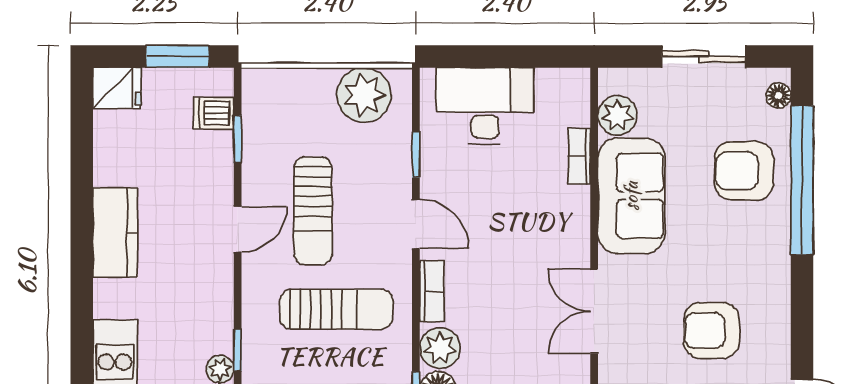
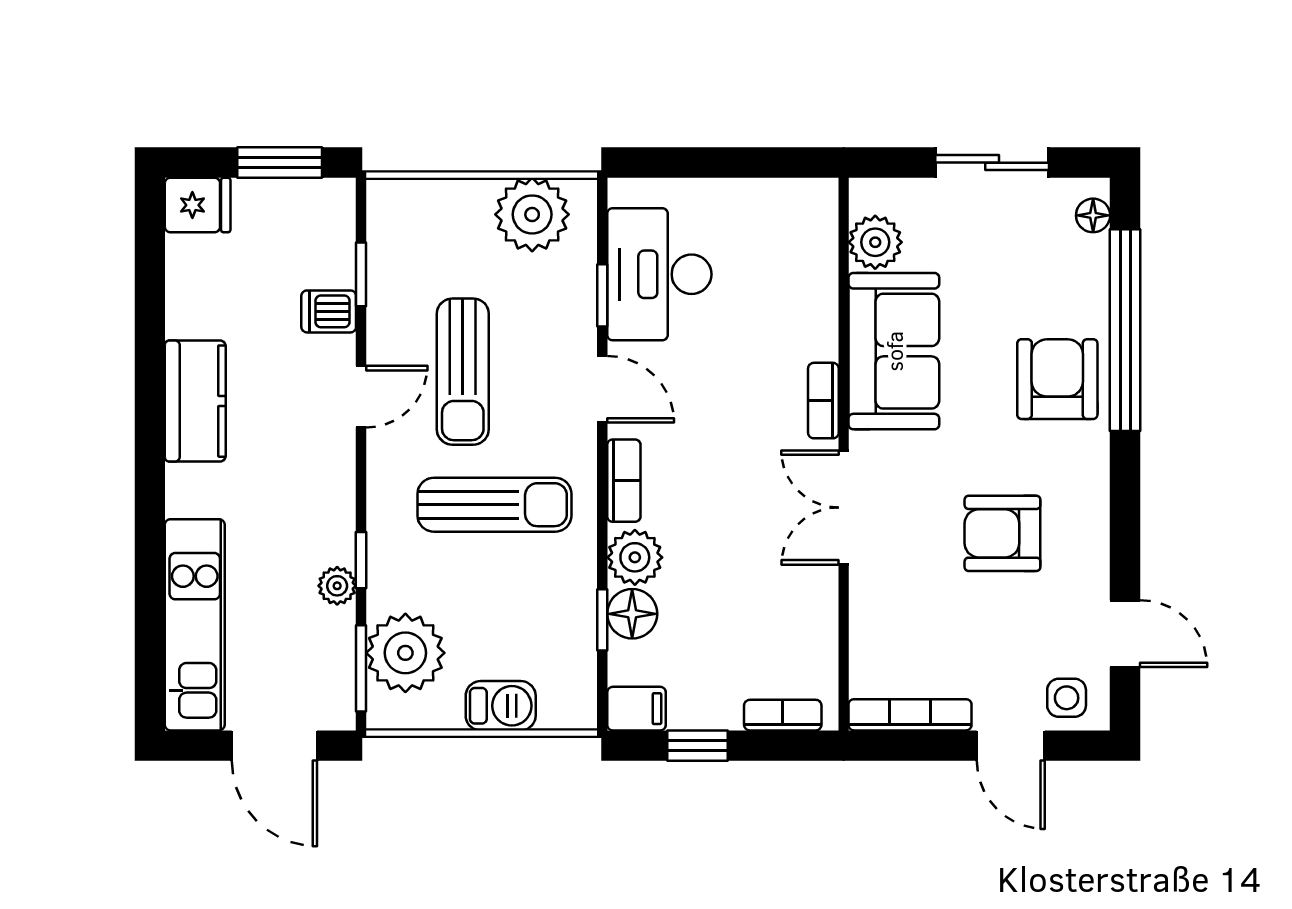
desk: (485, 106) -> (659, 274), moved, turned -90
dishwasher: (214, 113) -> (329, 311), moved
bookcase: (579, 156) -> (823, 401), moved
armchair: (744, 171) -> (1057, 379), moved, turned 90

